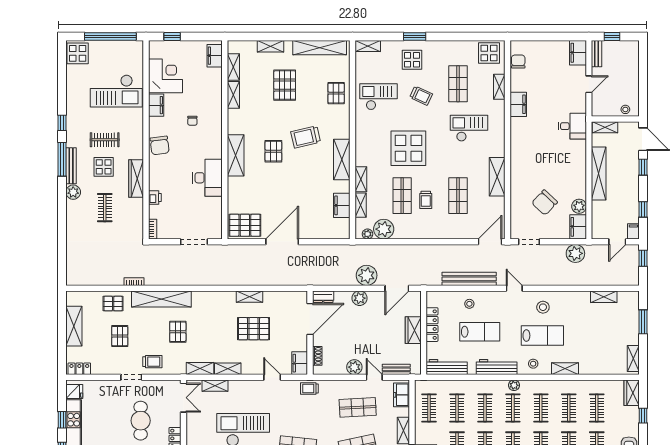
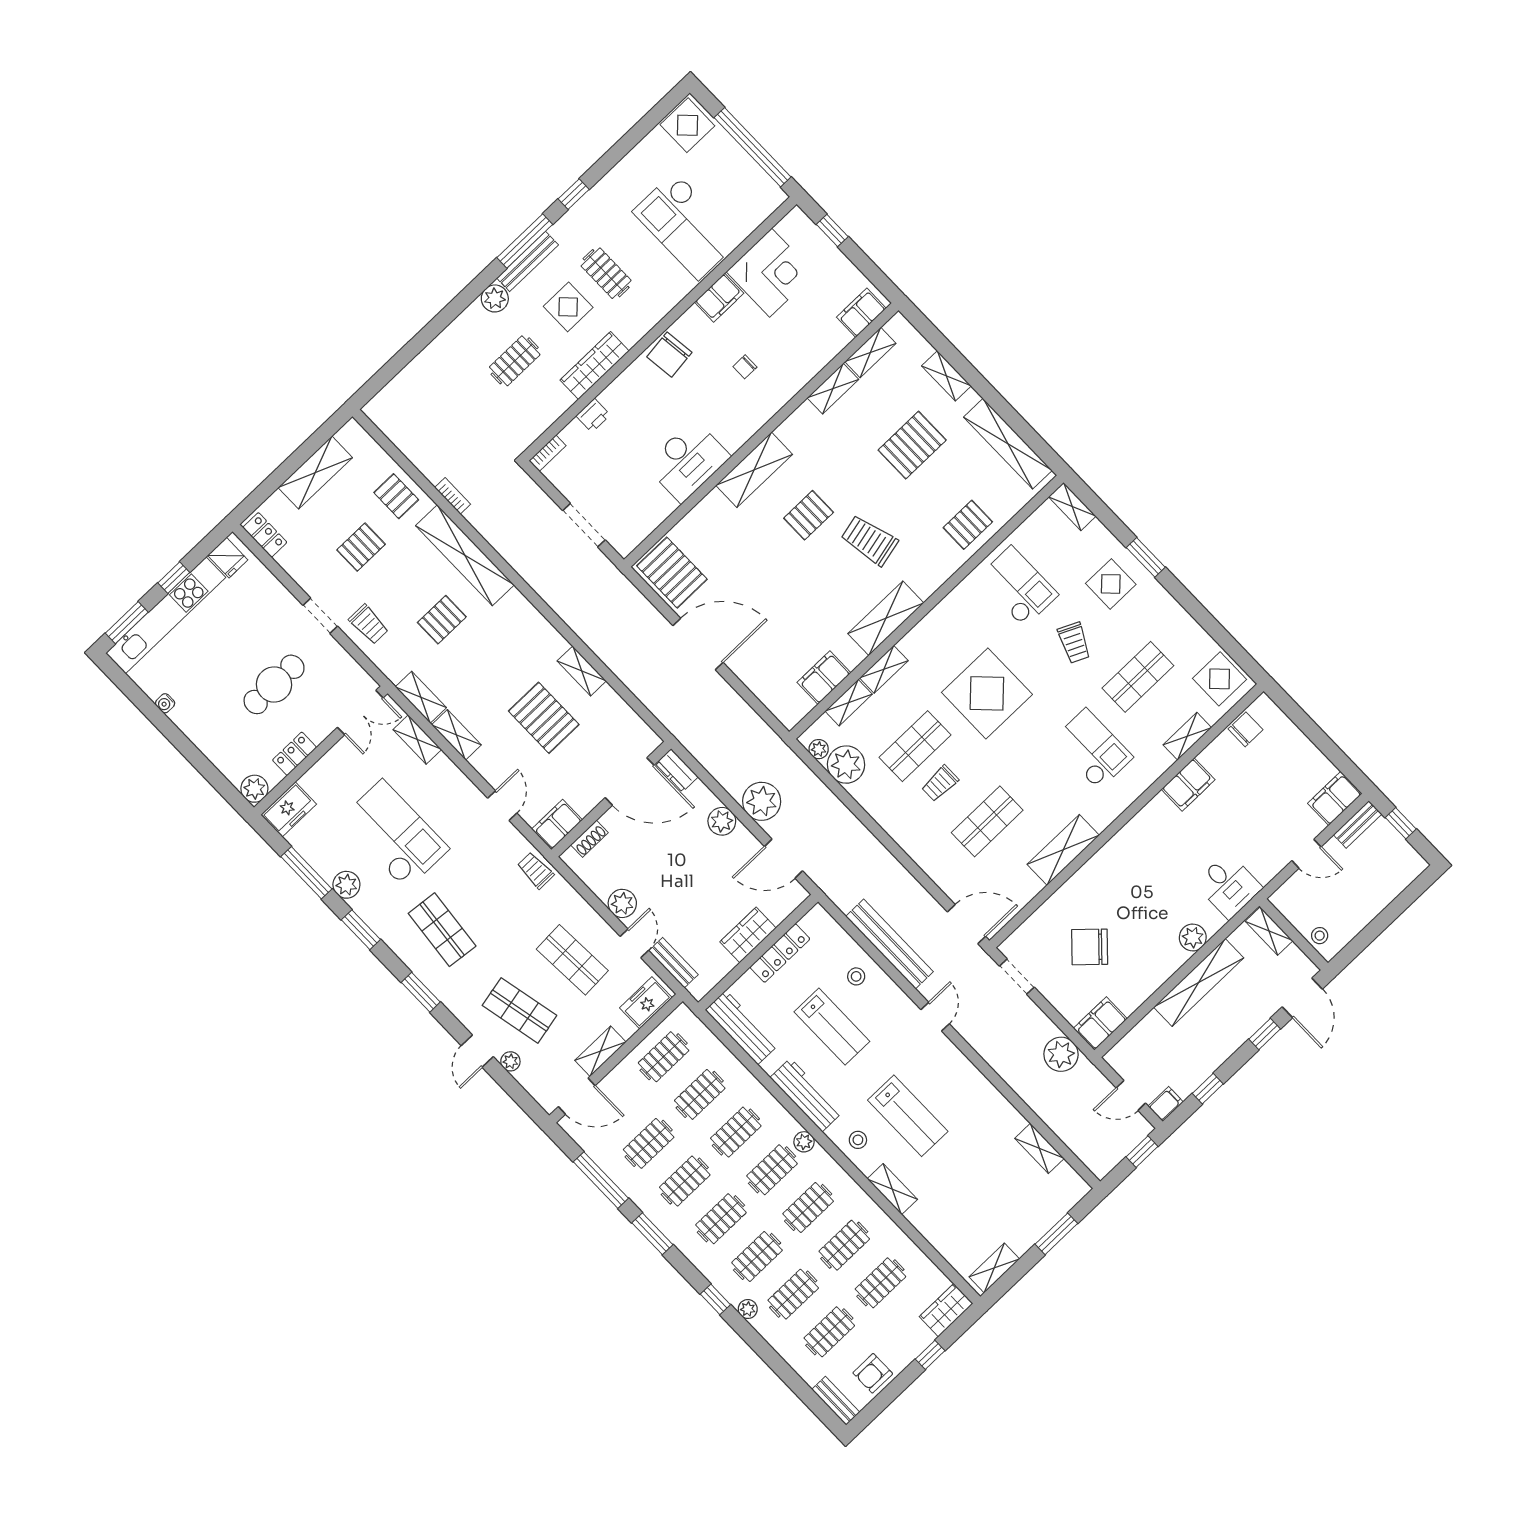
plant: (579, 206) -> (1193, 937), moved
stool: (543, 307) -> (947, 1080), removed

